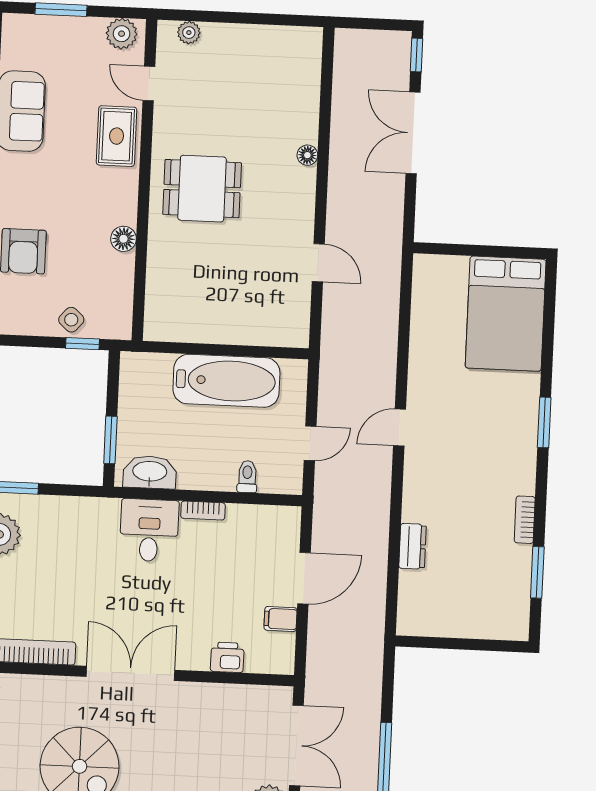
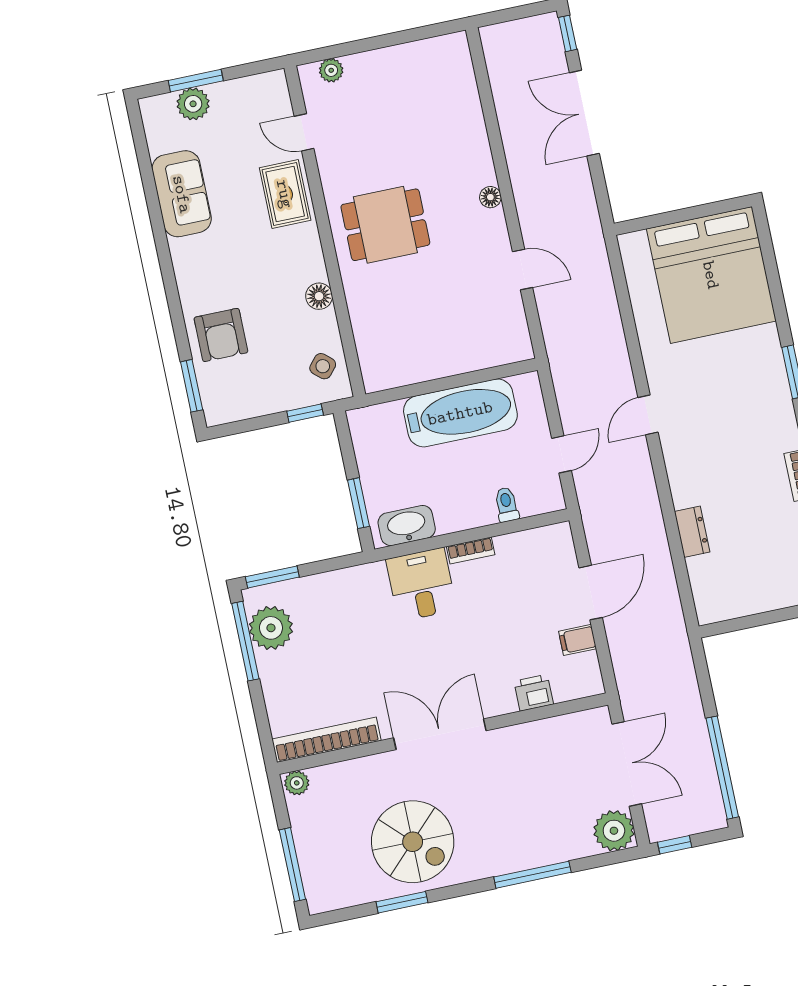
plant: (122, 34) -> (193, 104), moved
floor lamp: (307, 155) -> (490, 197), moved
bed: (506, 314) -> (711, 275), width x1.36
side table: (71, 320) -> (323, 366), moved

